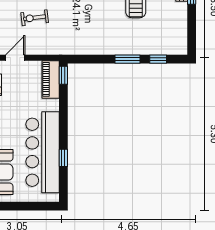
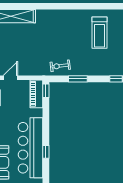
exercise bike: (35, 18) -> (60, 66), moved
window: (127, 59) -> (78, 79), moved

